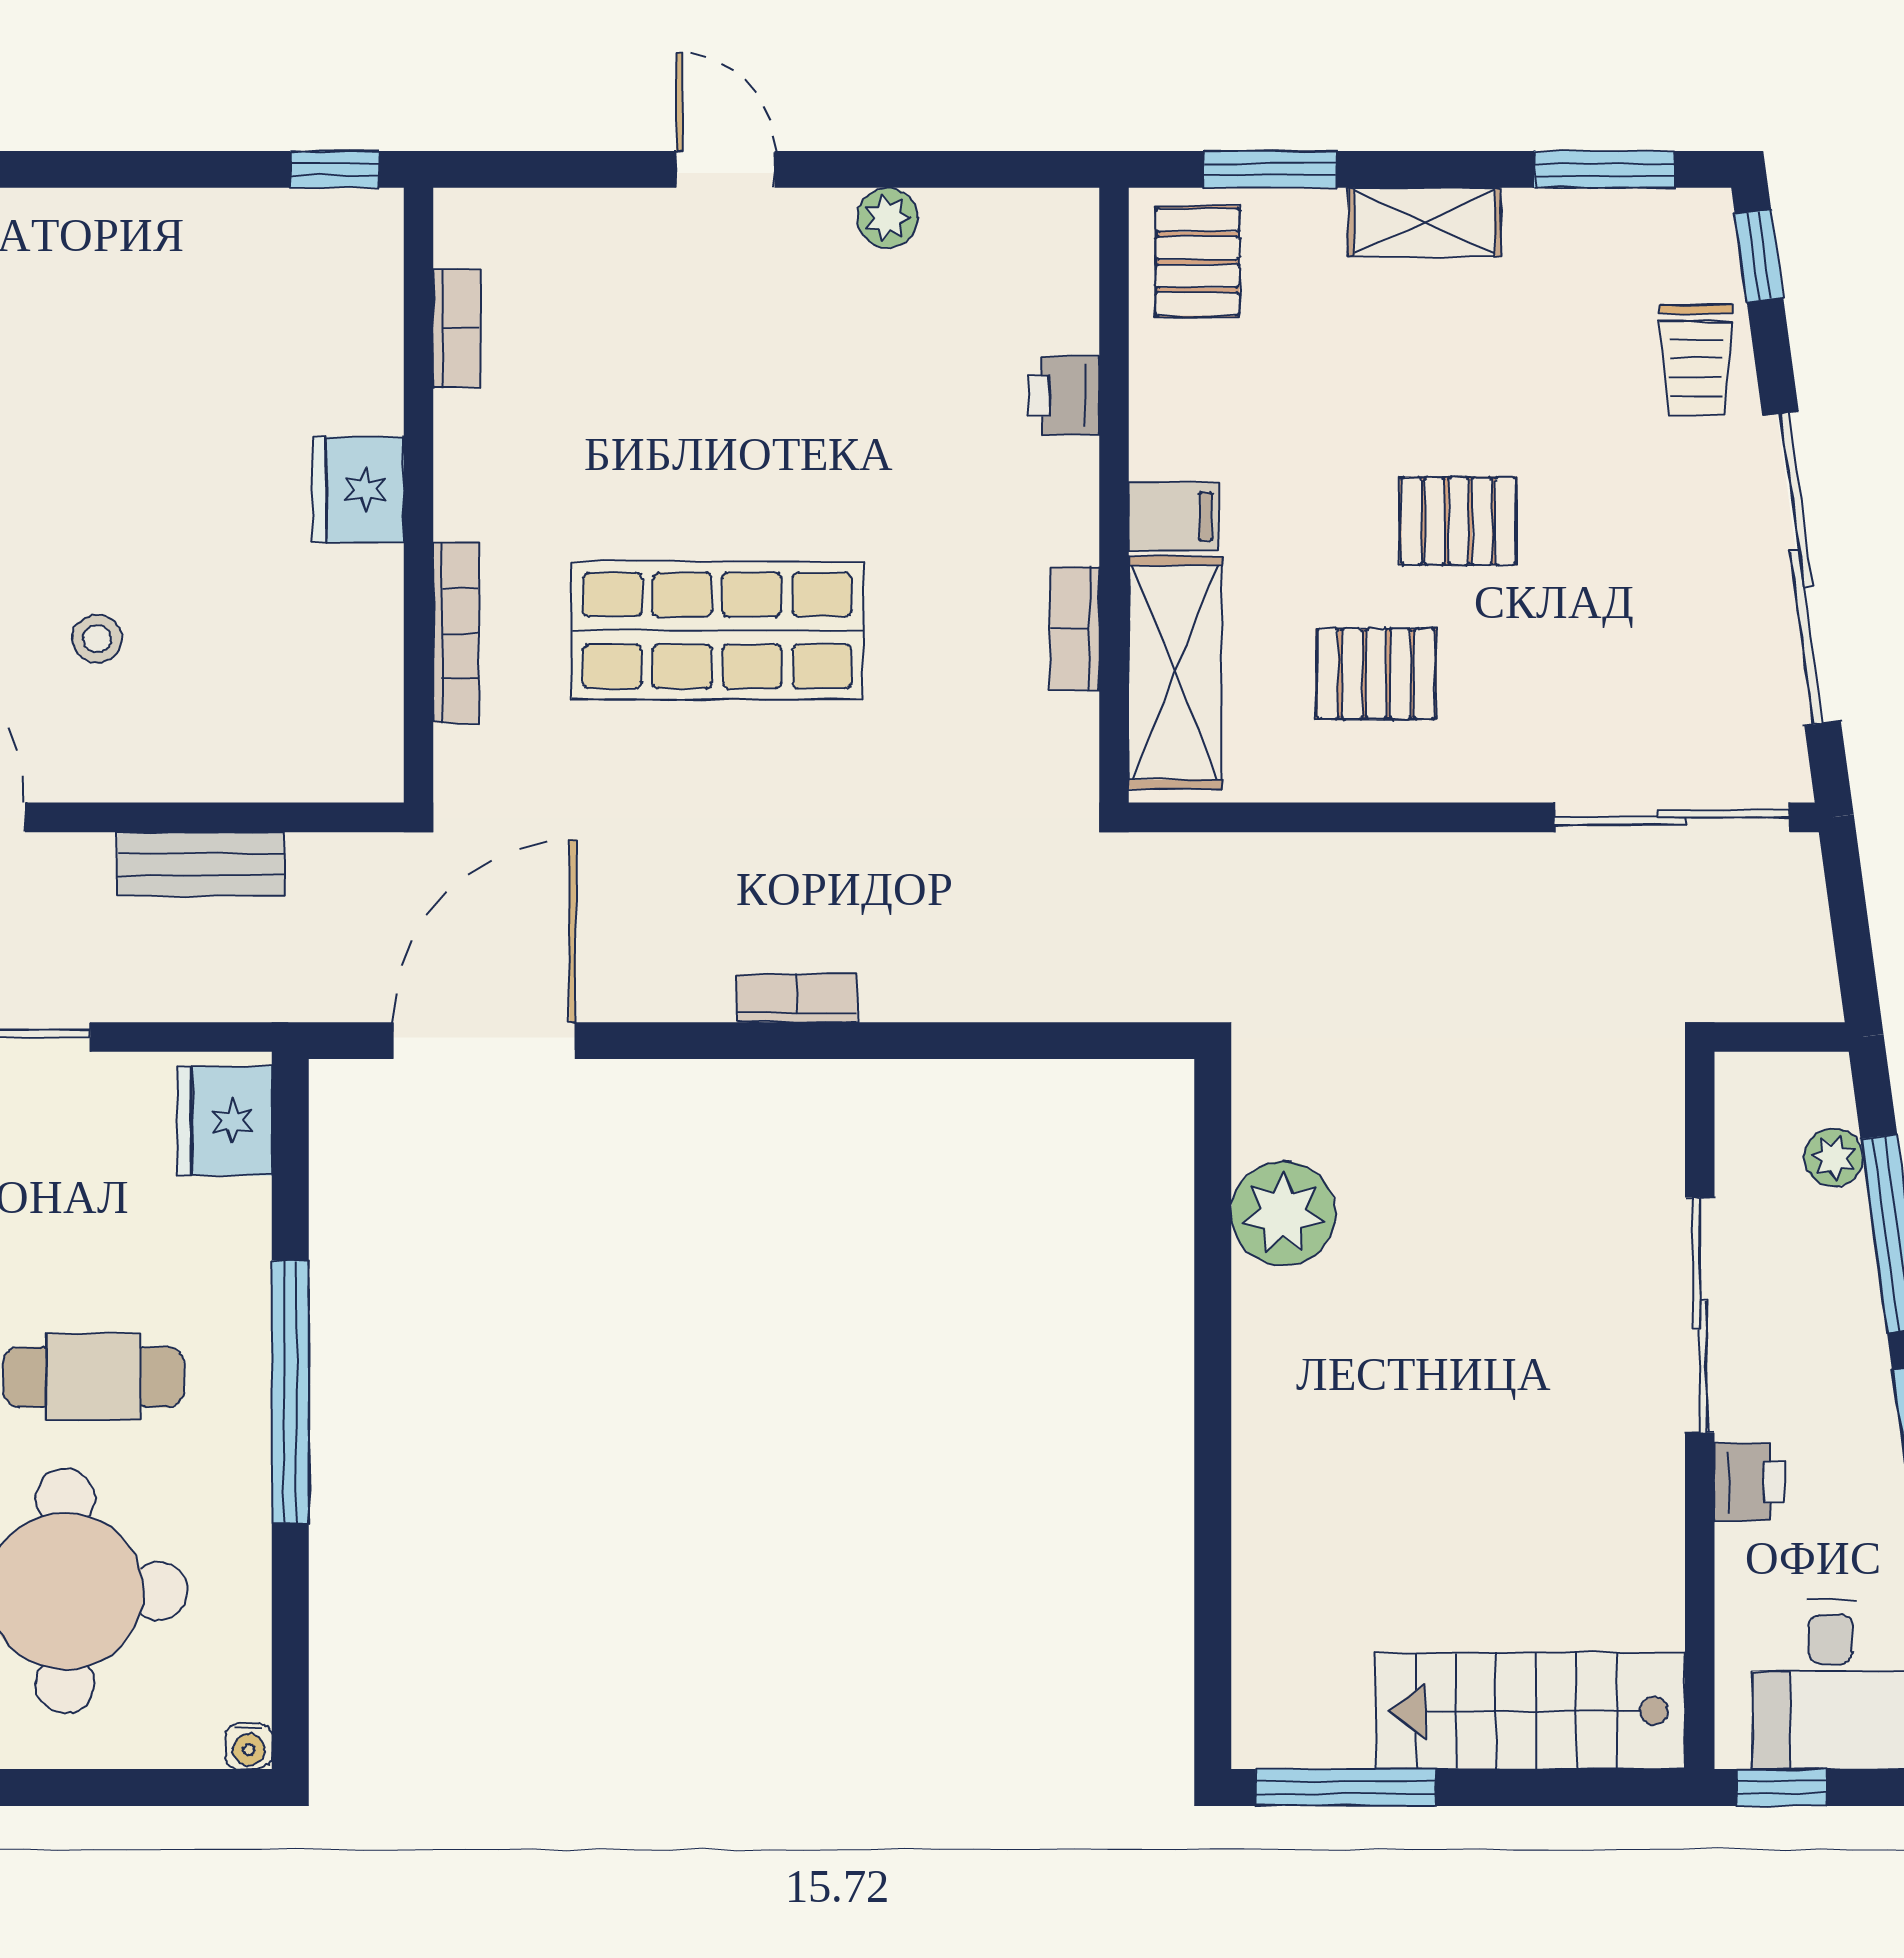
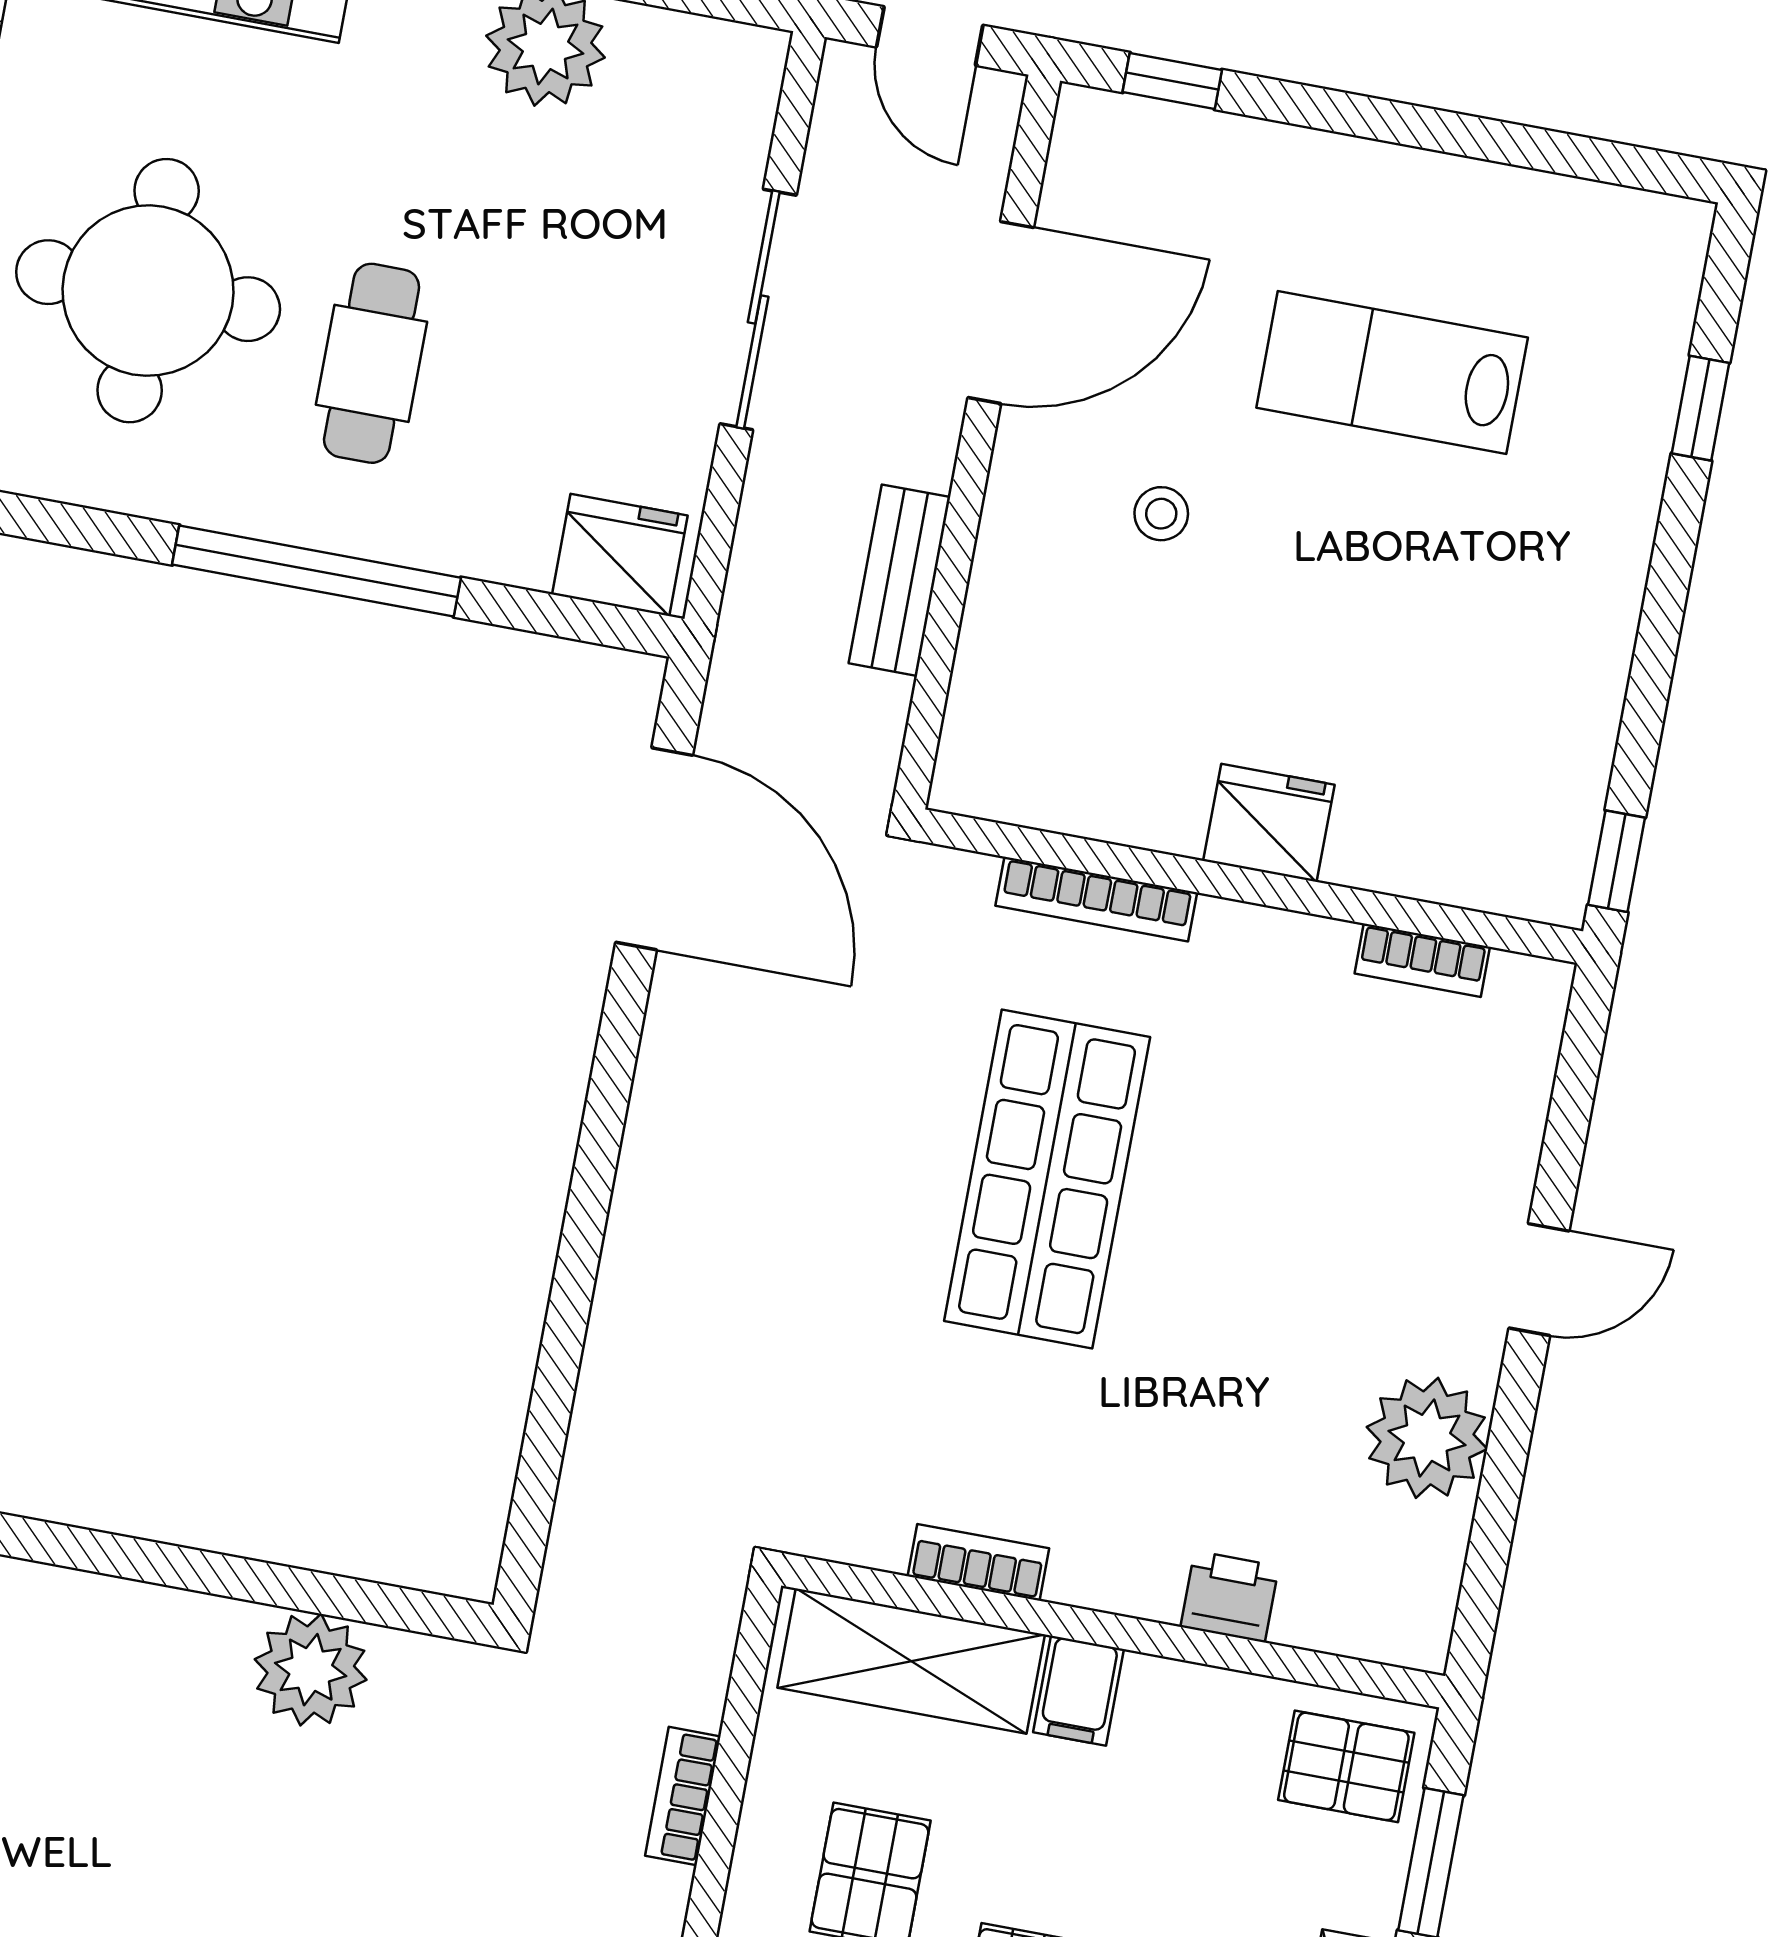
plant: (887, 218) -> (1427, 1438), width x1.88, depth x1.88
bookcase: (797, 998) -> (683, 1796), moved, turned 180

